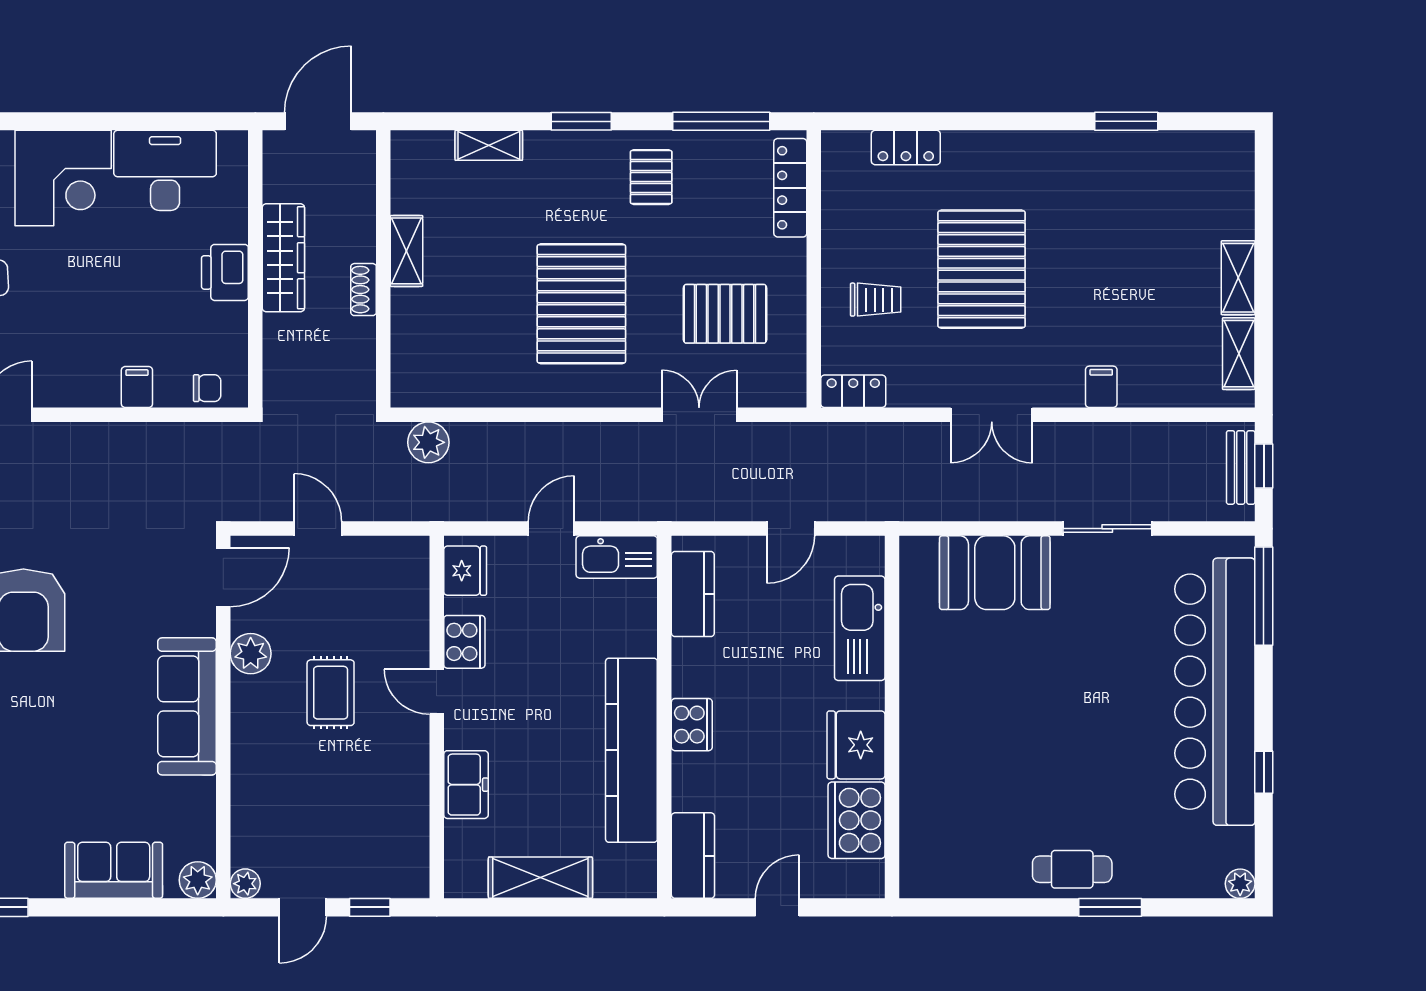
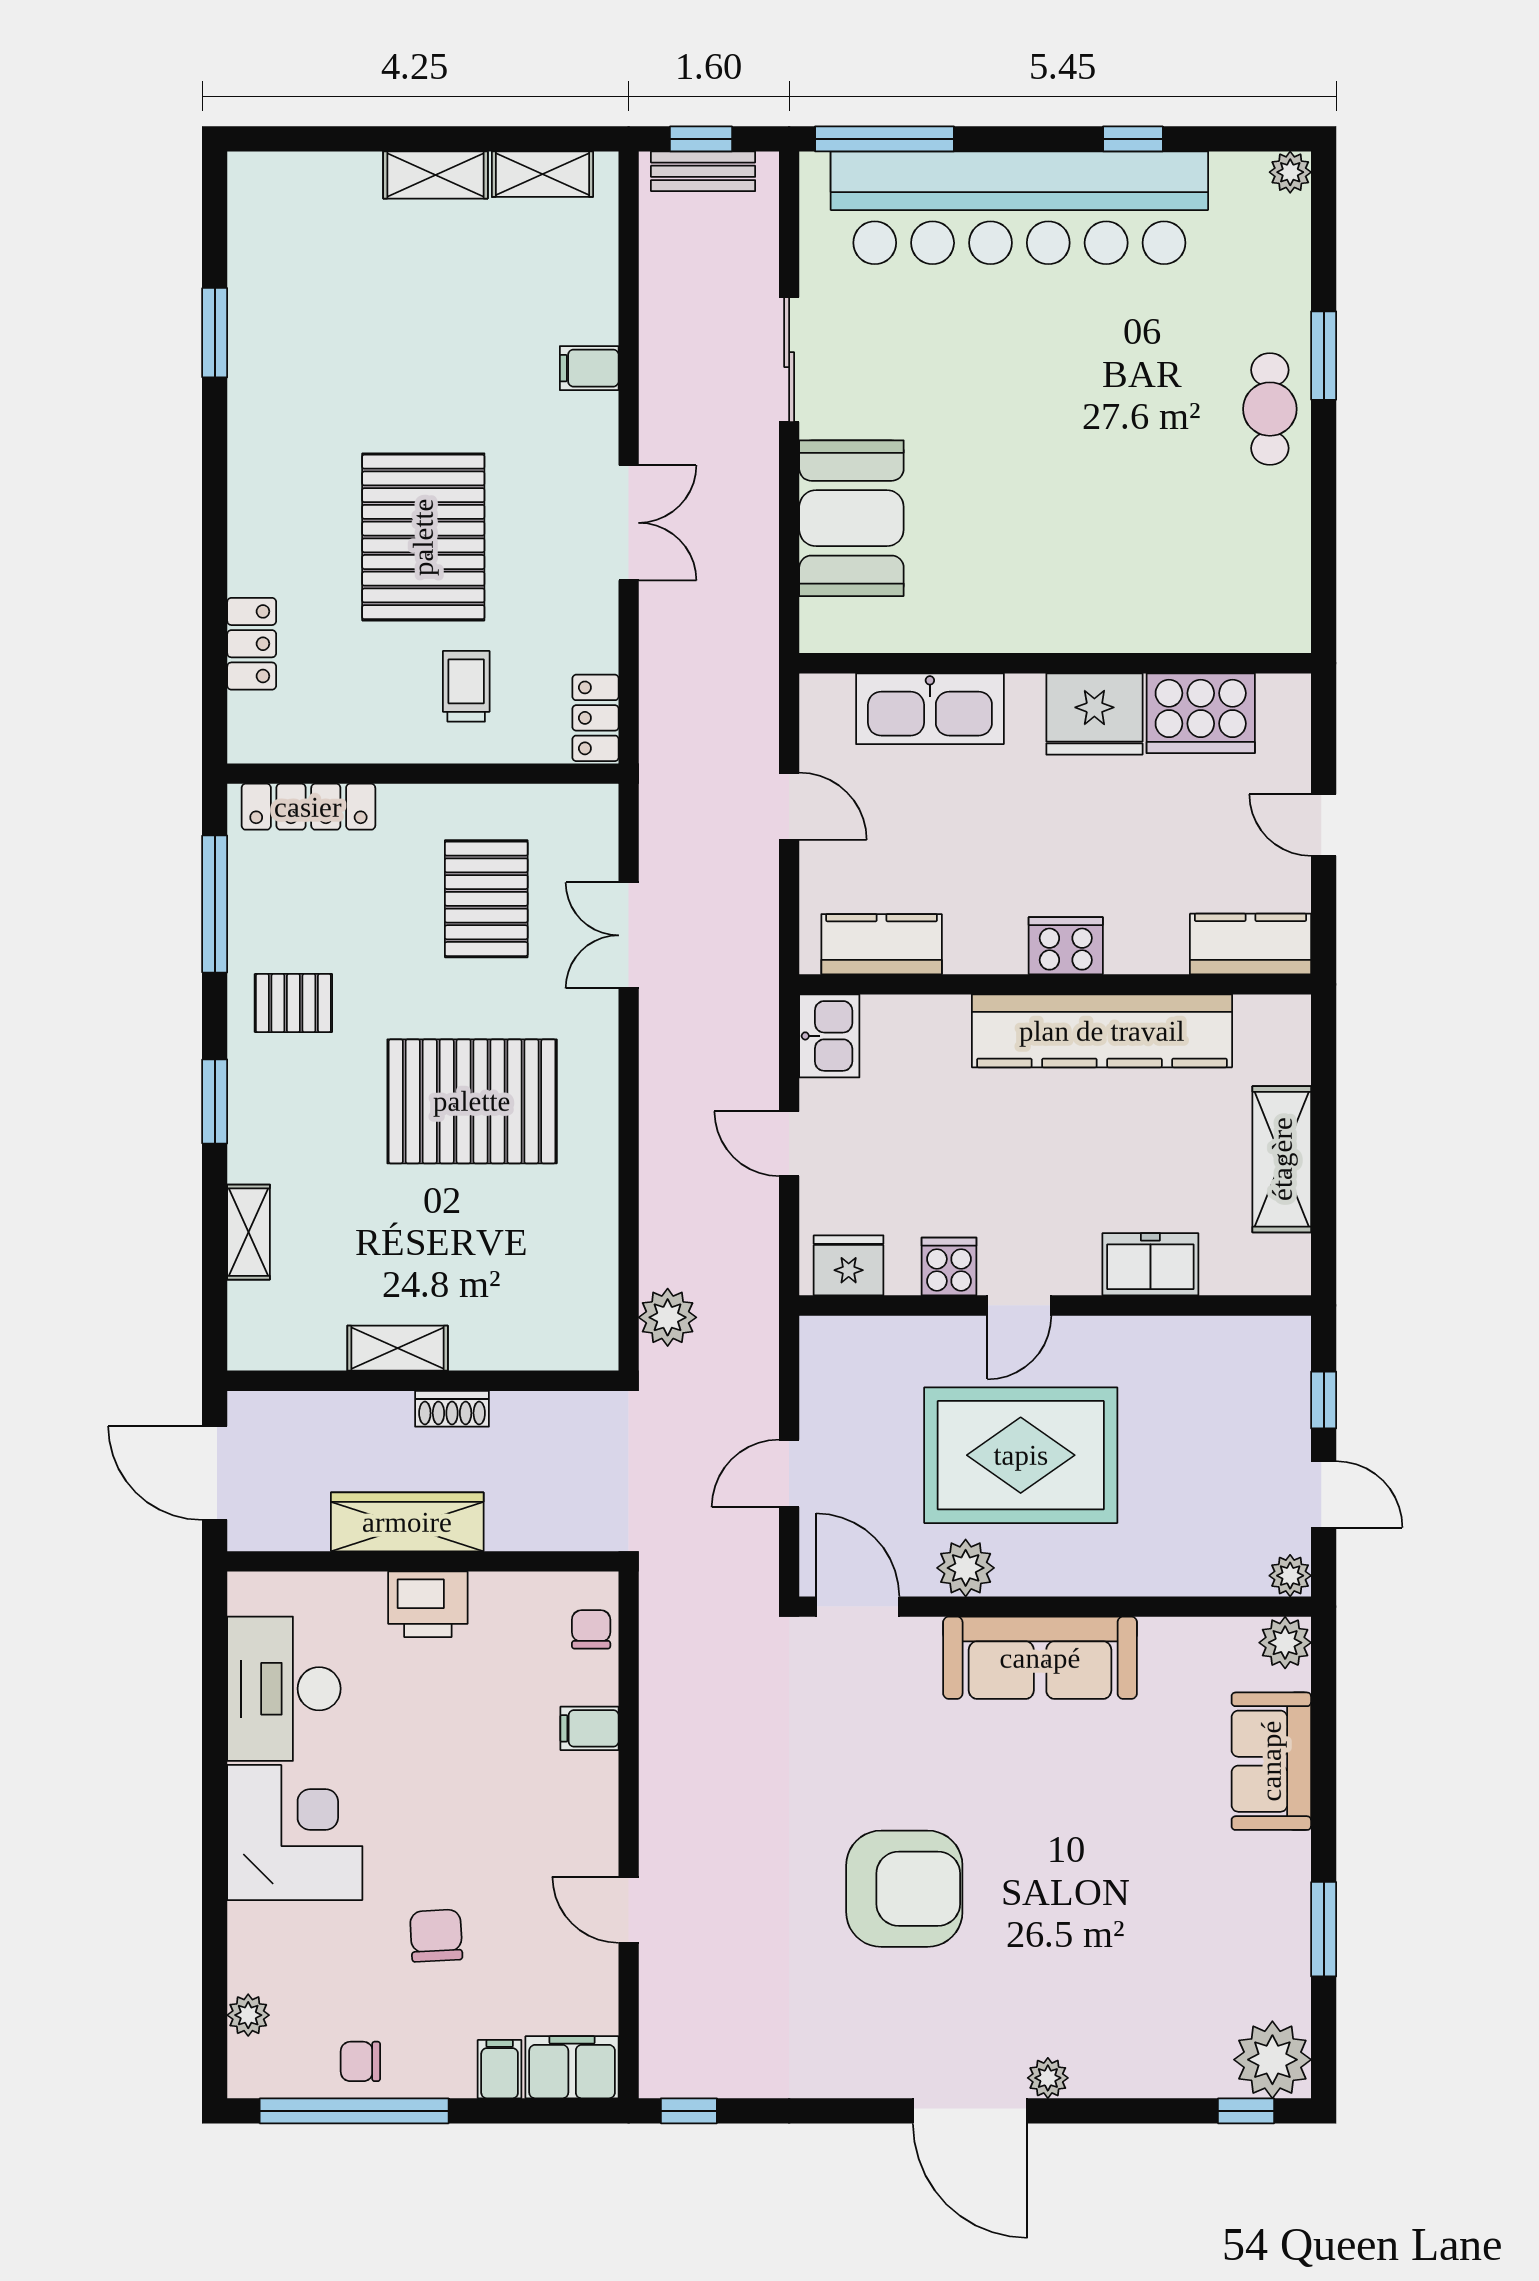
pallet: (982, 269) -> (423, 537), turned 90
kitchen sink: (617, 557) -> (829, 1036), width x0.73
cooker: (464, 642) -> (949, 1266), width x0.73
rug: (331, 693) -> (1021, 1455), width x1.86, depth x2.06

